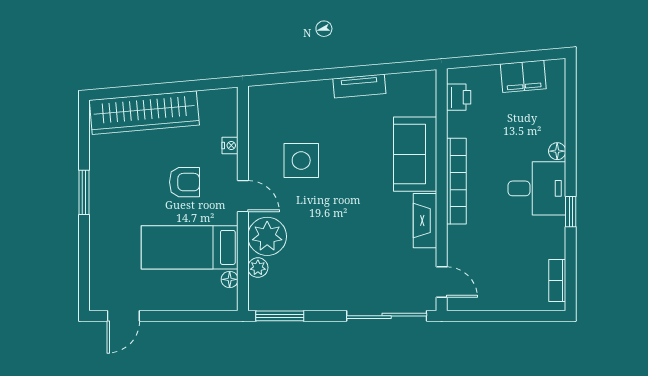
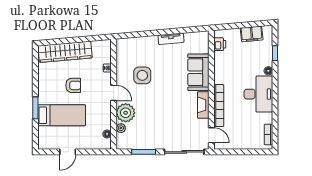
bookcase: (456, 181) -> (219, 105), moved
armchair: (184, 182) -> (73, 85), moved
desk: (537, 188) -> (258, 94), width x1.37
window: (84, 192) -> (35, 108), moved
window: (571, 212) -> (275, 53), moved
bed: (190, 247) -> (62, 115), moved, turned 180
door: (123, 316) -> (68, 152), moved
window: (280, 316) -> (144, 152), moved

